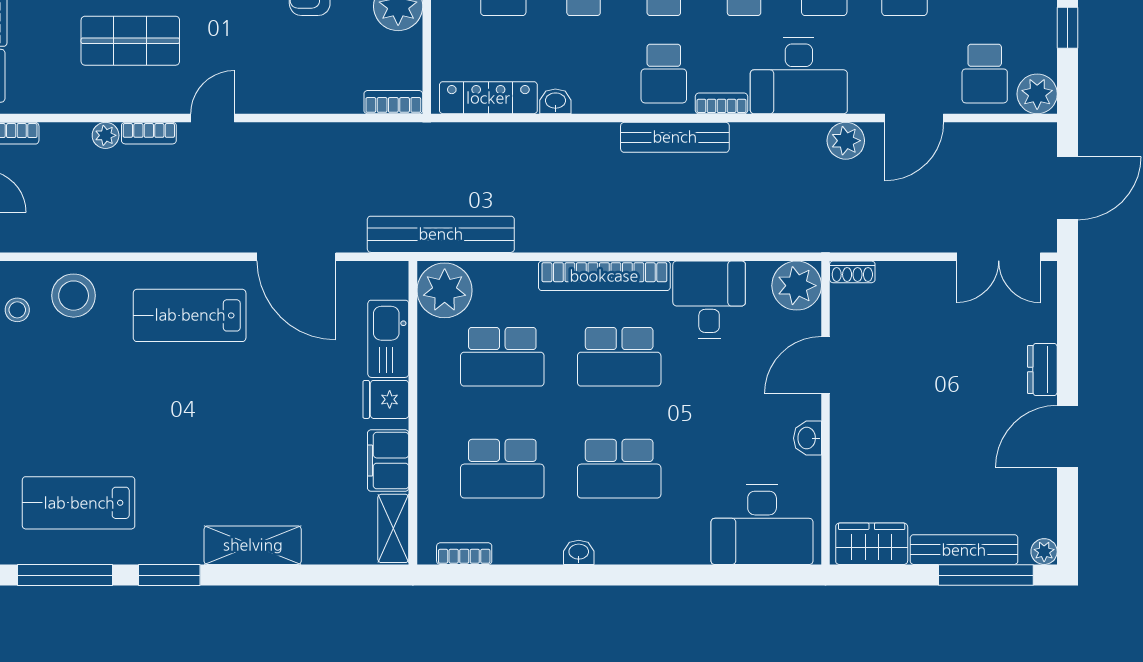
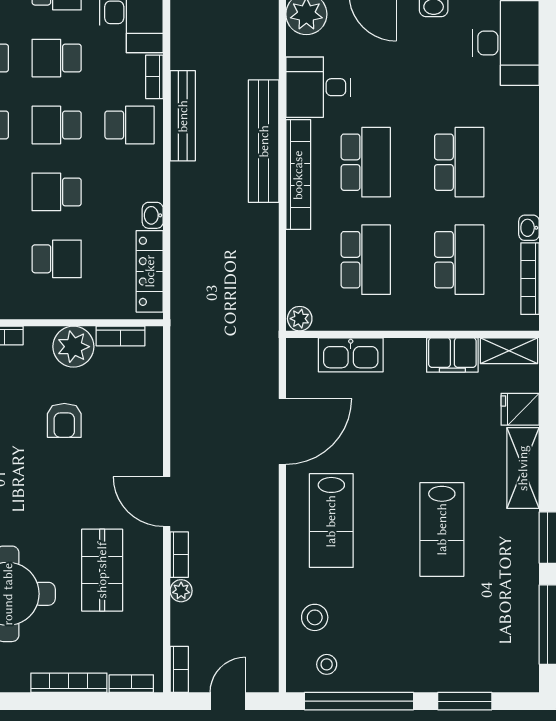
bookcase: (393, 102) -> (121, 336), moved, turned -90
door: (213, 118) -> (167, 501), width x1.38
bench: (441, 234) -> (264, 141), moved
plant: (445, 290) -> (300, 319), width x0.53, depth x0.53
stool: (74, 296) -> (315, 617), width x0.73, depth x0.73
fridge: (386, 399) -> (520, 409), moved, turned 90
lab bench: (79, 503) -> (442, 529), moved
washbasin: (579, 552) -> (529, 228), moved
bookcase: (464, 554) -> (530, 279), width x1.56

